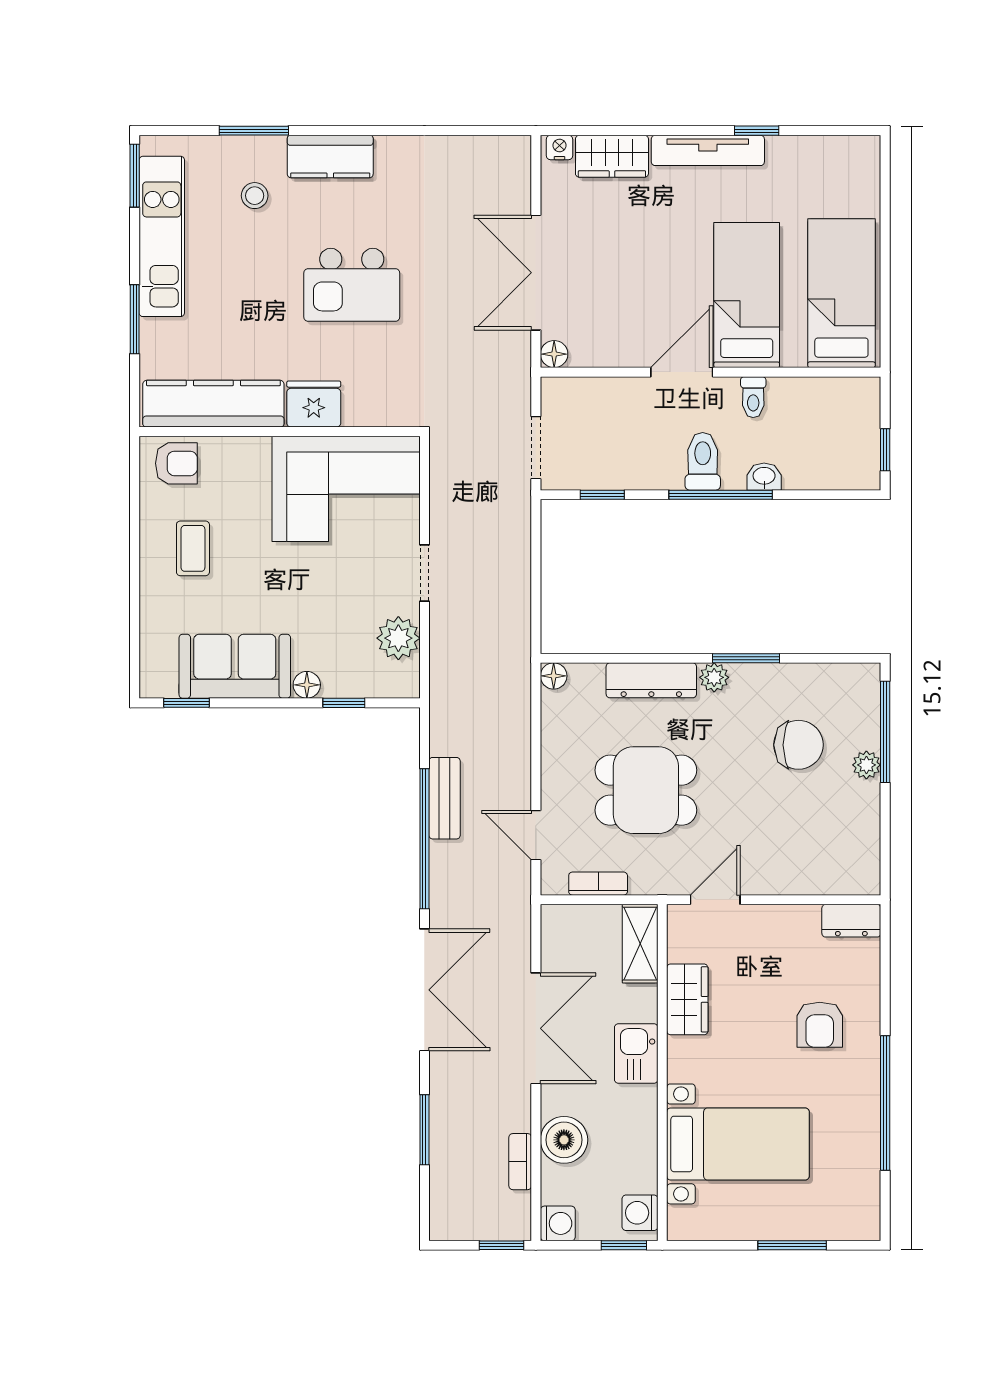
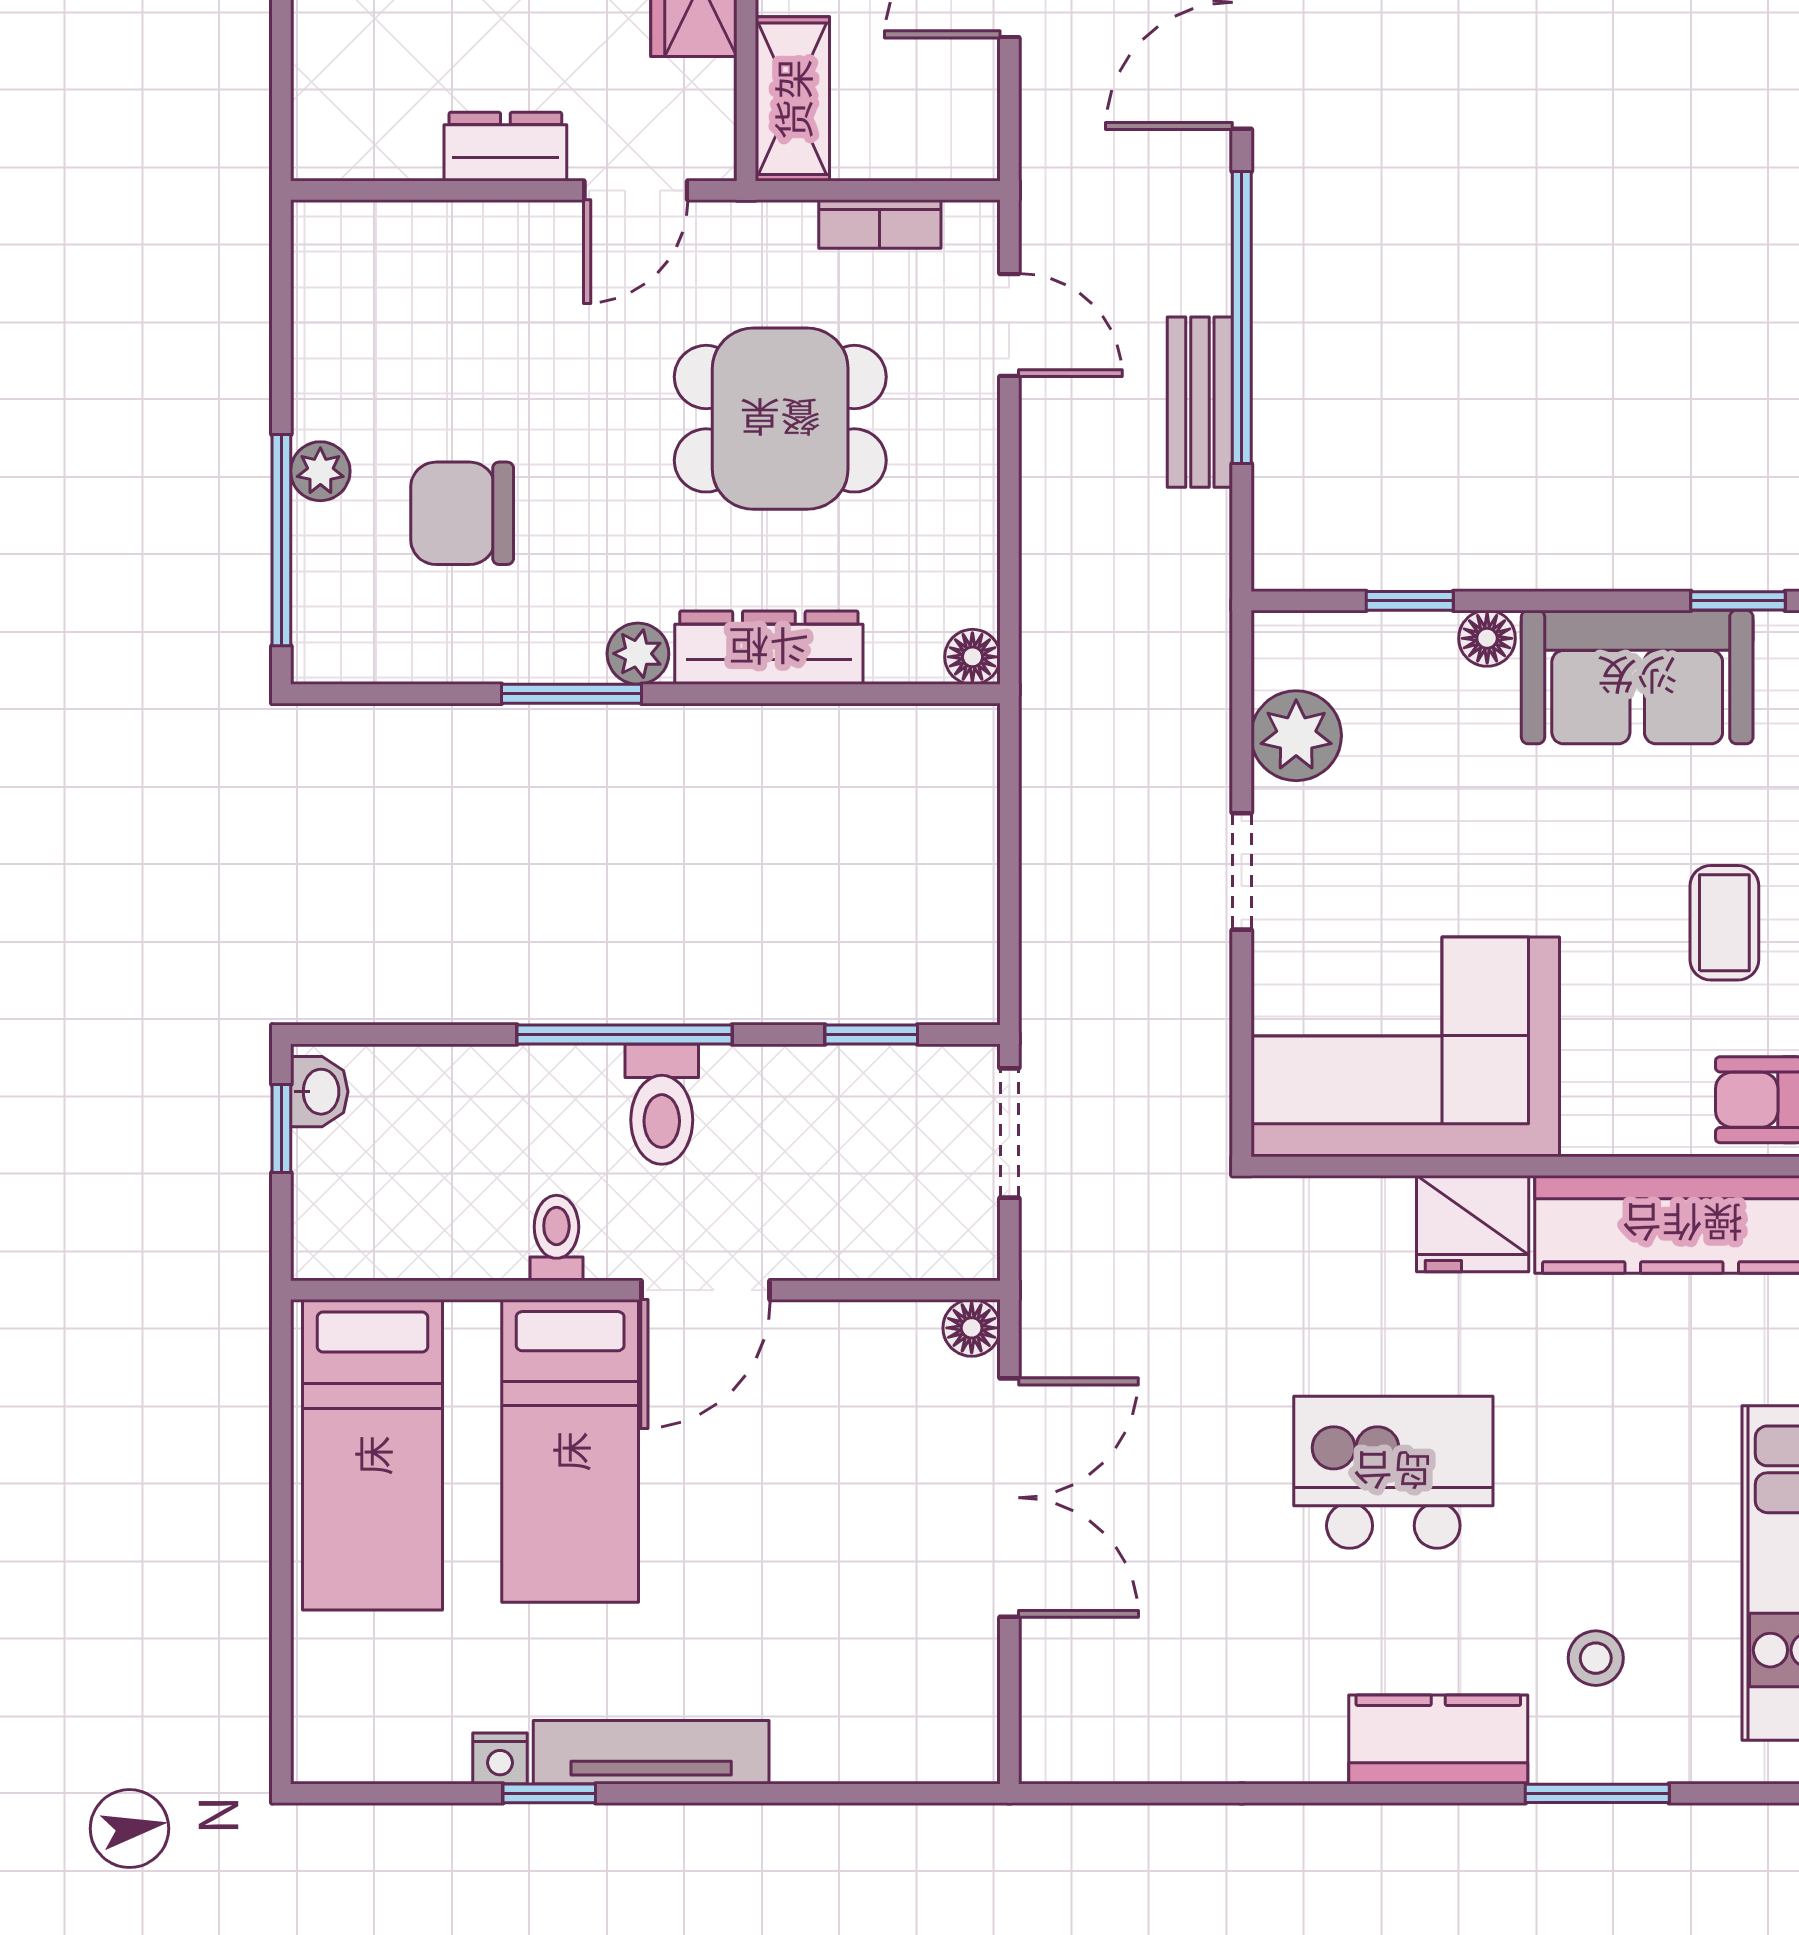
nightstand: (560, 147) -> (500, 1758), moved
wardrobe: (612, 156) -> (851, 1740), removed
washbasin: (764, 477) -> (319, 1092), moved, turned -90
dresser: (851, 921) -> (505, 147), moved

